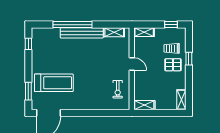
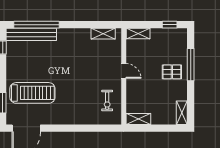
window: (72, 25) -> (36, 25), moved
bench: (82, 33) -> (31, 34), moved
trolley: (172, 48) -> (170, 53), removed
window: (189, 59) -> (191, 65), width x2.17

